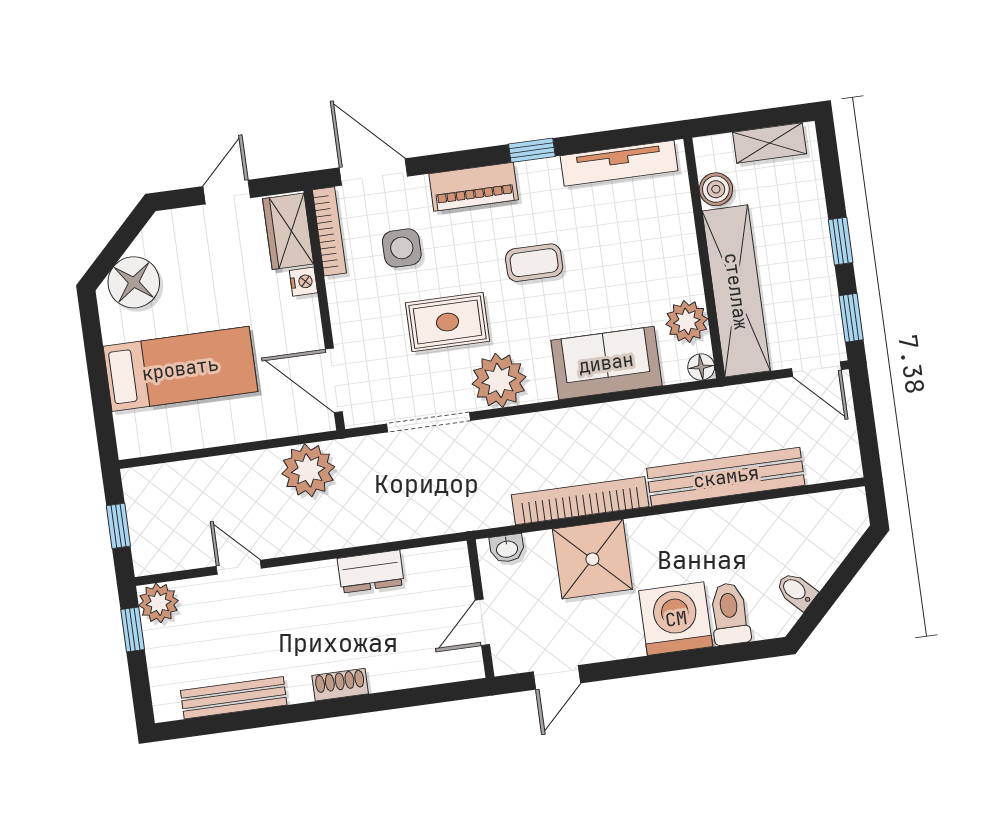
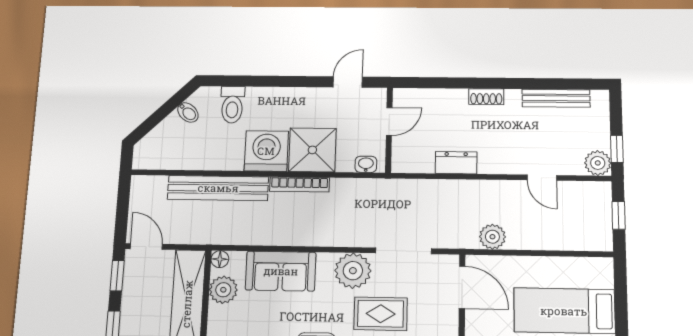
plant: (308, 470) -> (492, 237), width x0.73, depth x0.73
bookcase: (580, 501) -> (300, 184), width x0.68, depth x0.76
washing machine: (676, 619) -> (266, 151), moved, turned 180

